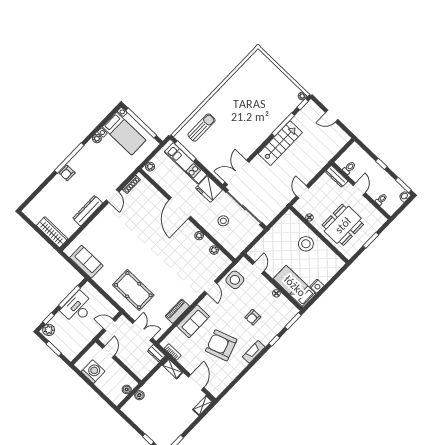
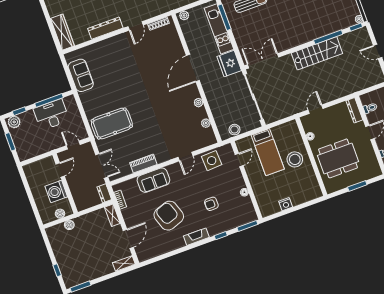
stool: (223, 221) -> (234, 130), moved
bed: (295, 286) -> (268, 152), moved, turned 180
pool table: (133, 290) -> (112, 124), turned 90
washing machine: (93, 372) -> (56, 191), moved, turned 180

